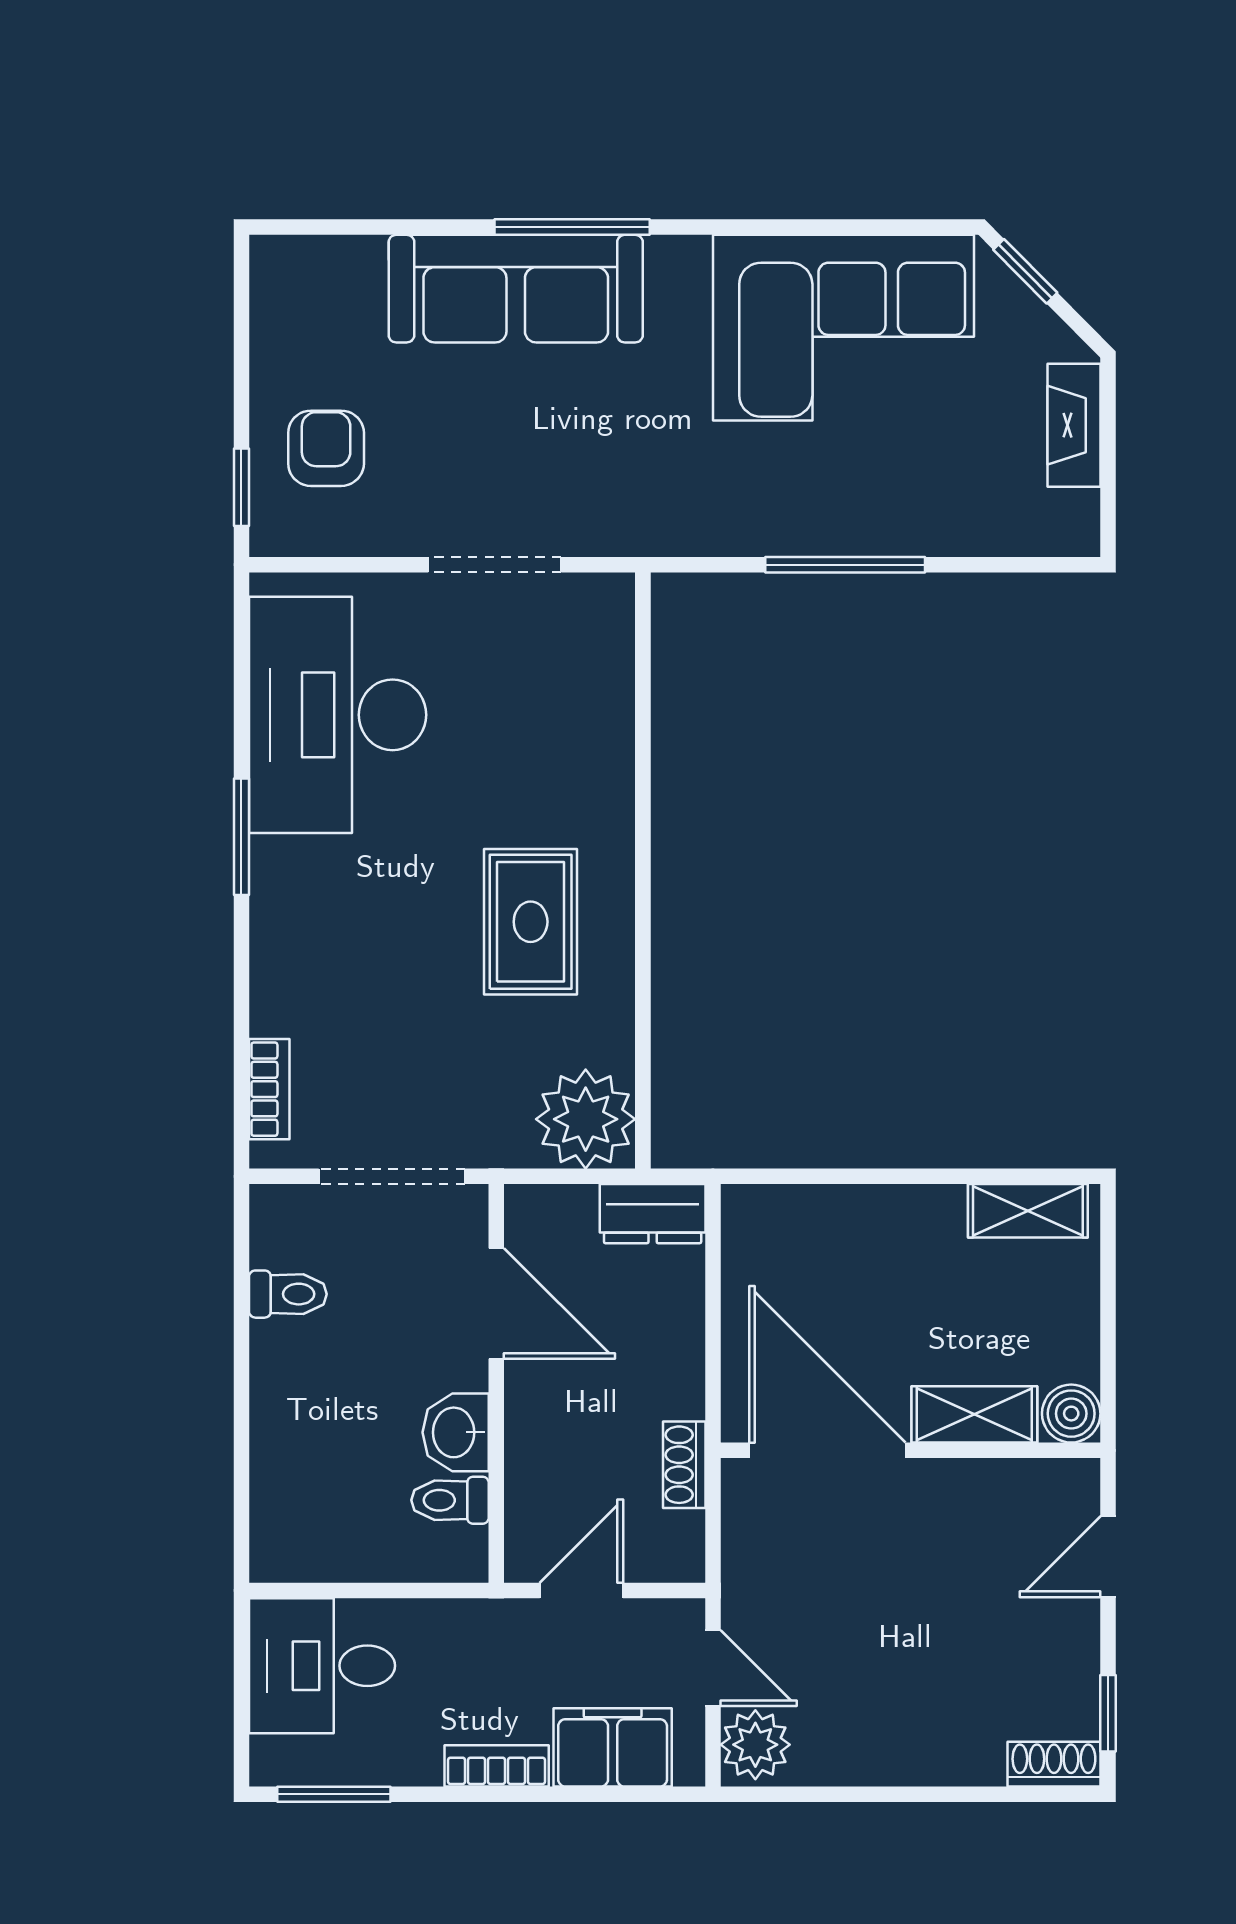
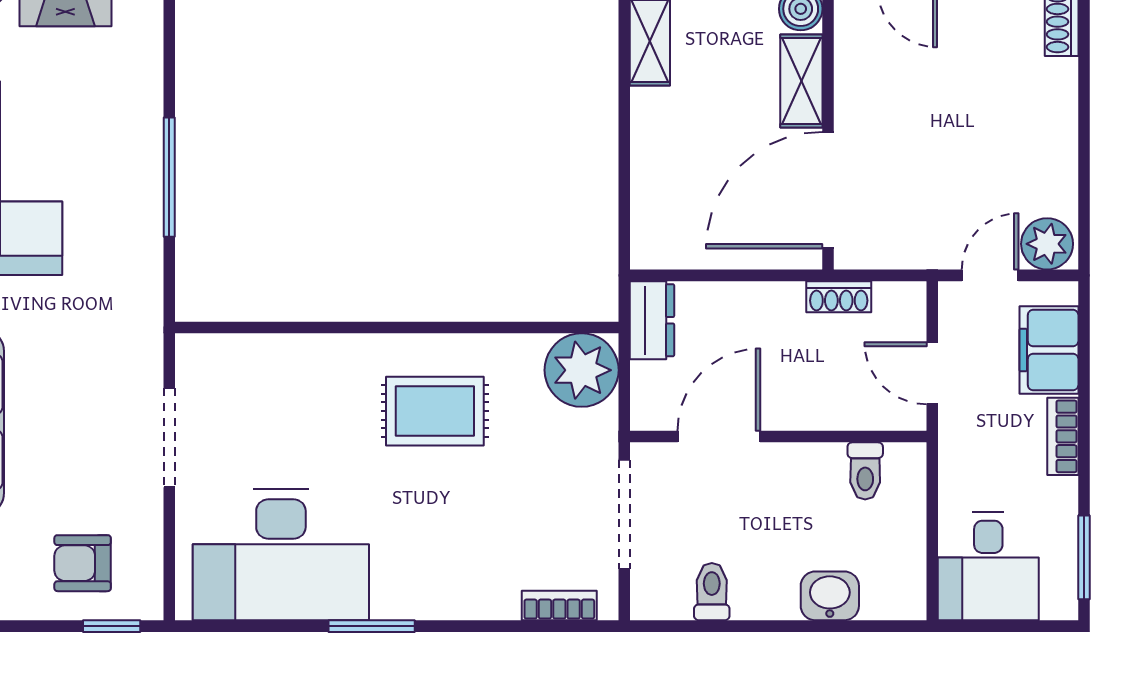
washbasin: (456, 1432) -> (830, 596), moved, turned 180

